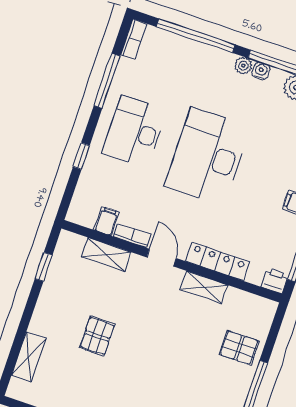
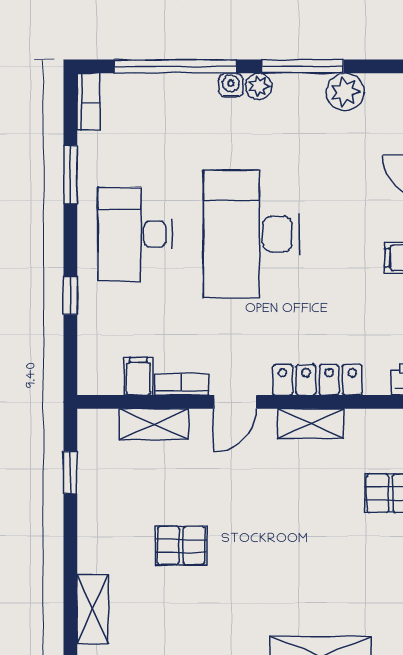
water cooler: (261, 71) -> (231, 85), moved
window: (107, 81) -> (70, 175), width x0.69
door: (161, 258) -> (235, 402), swing flipped
pallet: (97, 336) -> (181, 546), turned 90

